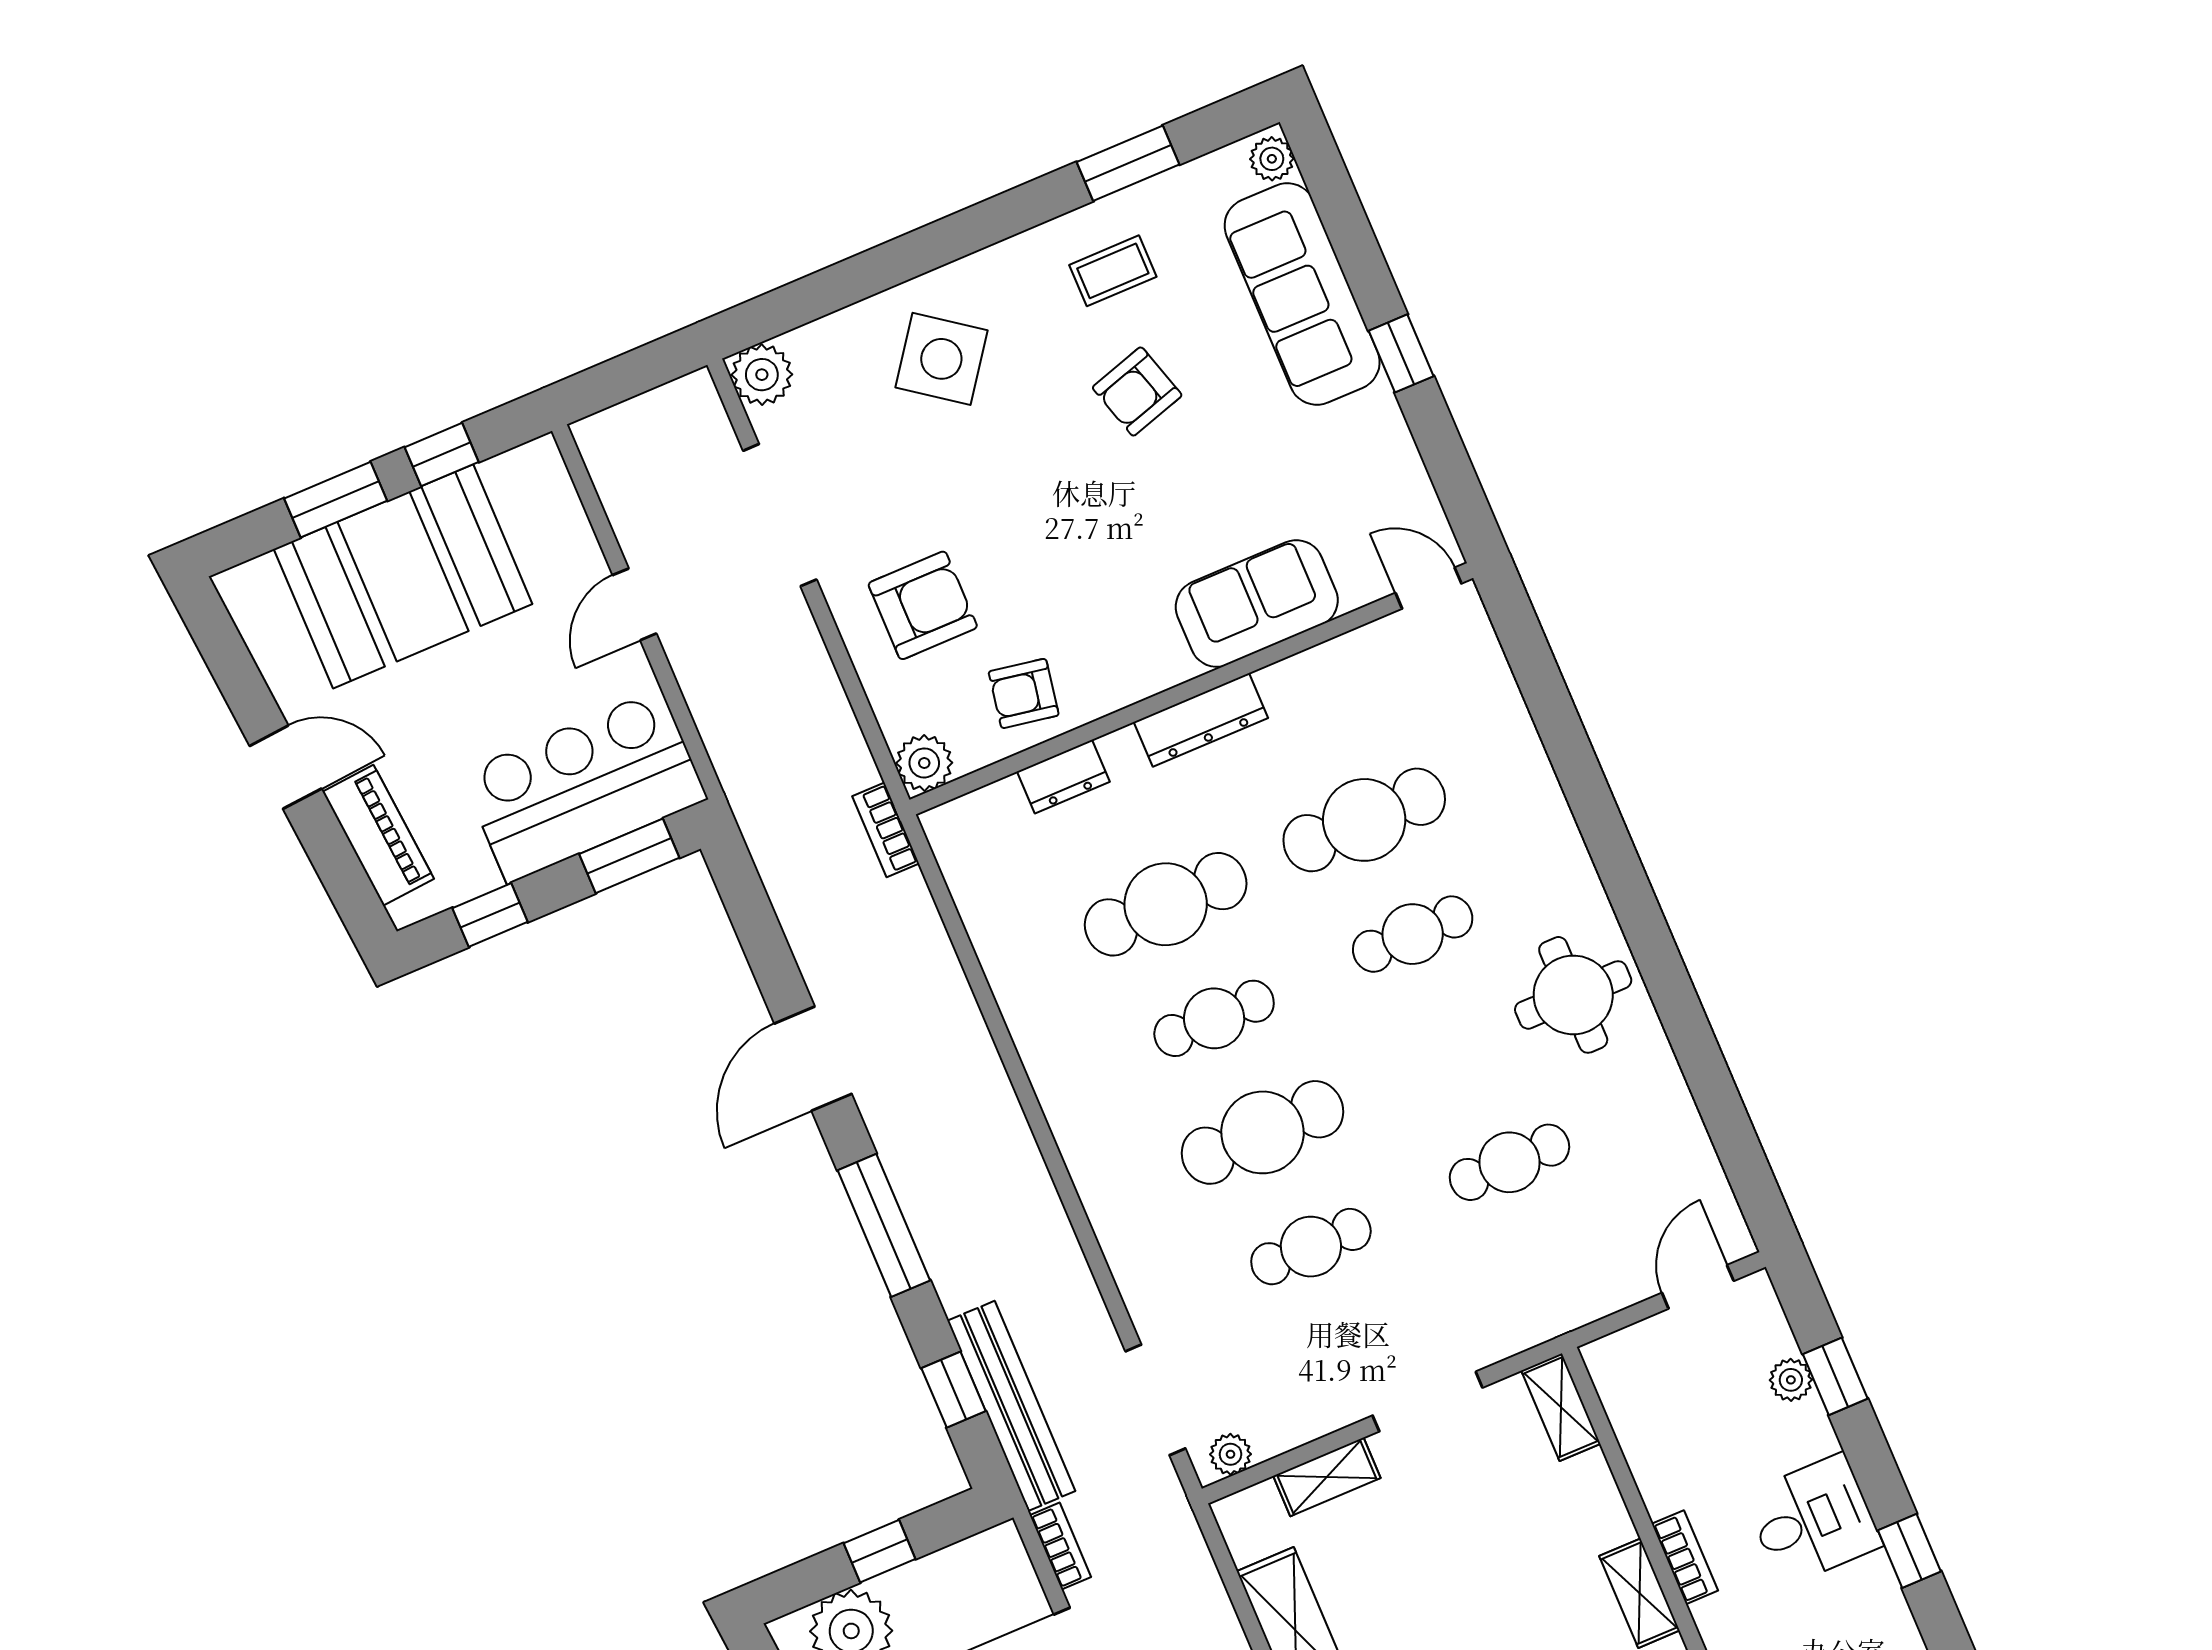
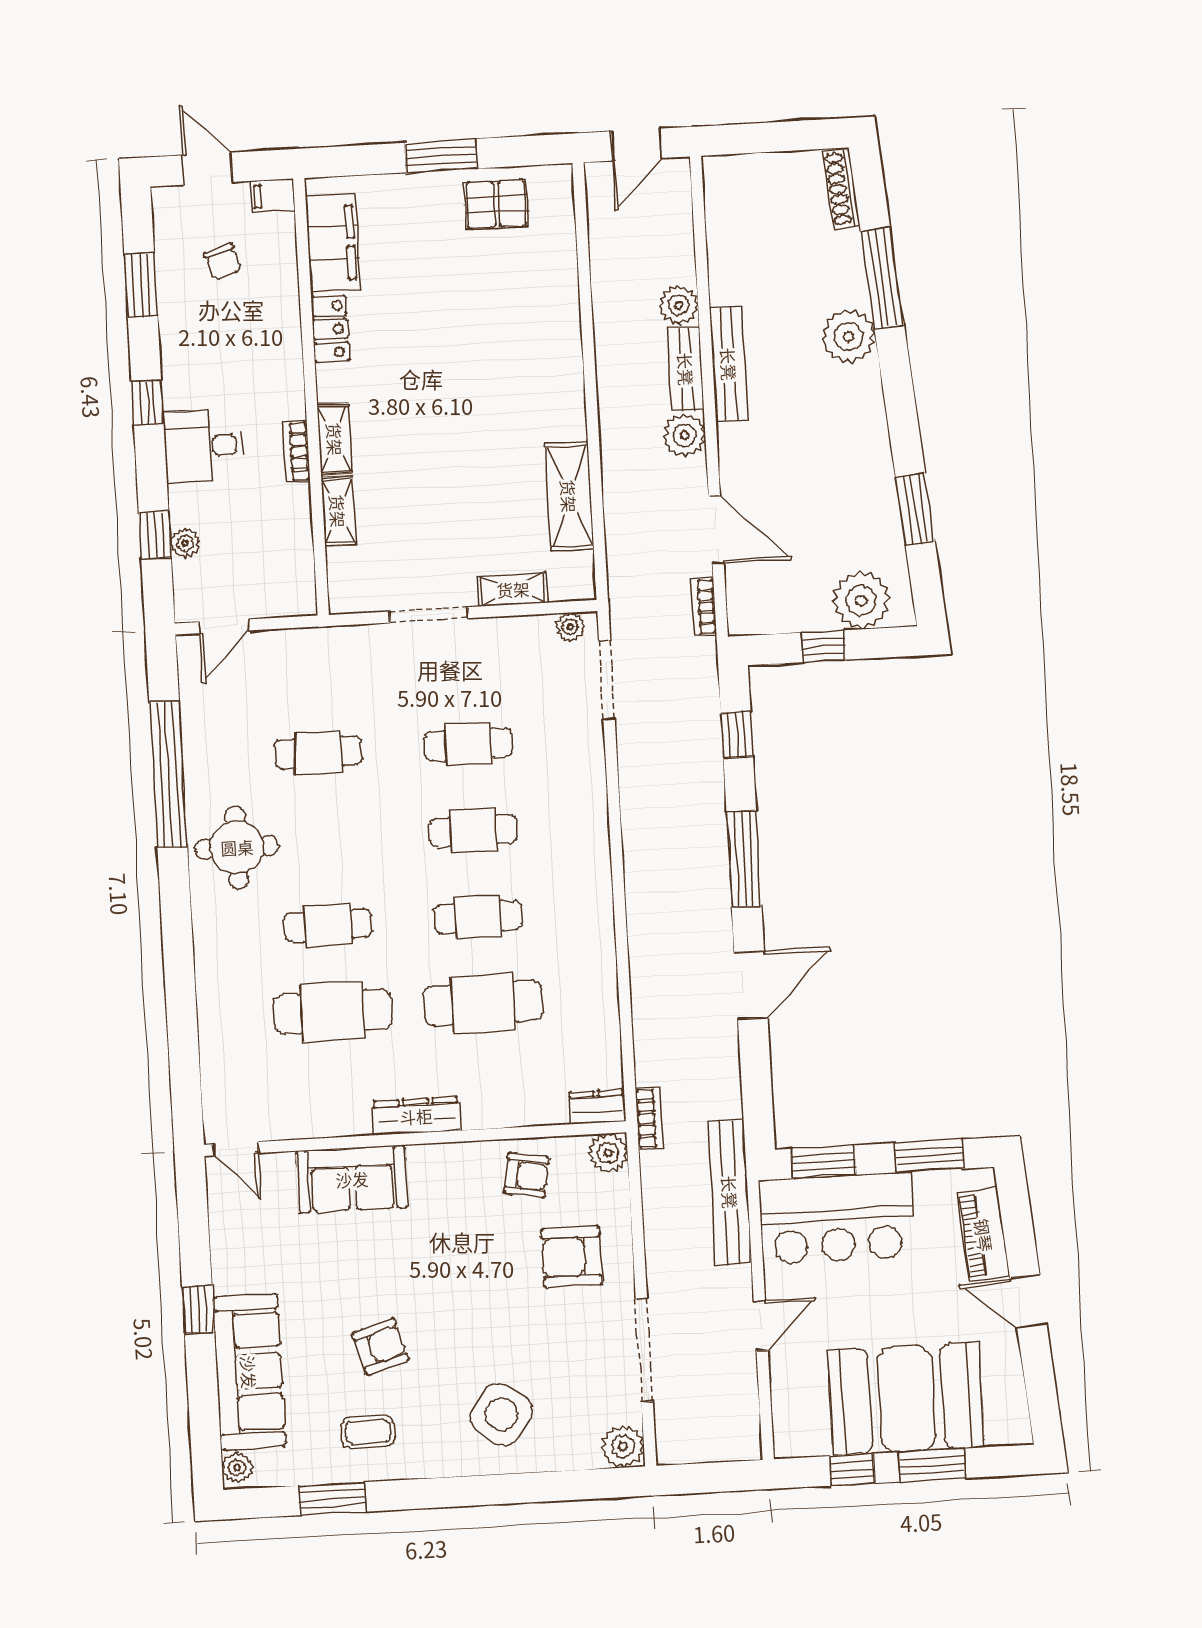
dresser: (1063, 777) -> (597, 1107), moved
window: (490, 915) -> (929, 1156), width x1.50
window: (1701, 1060) -> (168, 774), added
cafe table: (1262, 1132) -> (473, 831), width x0.73, depth x0.74
bench: (1011, 1406) -> (730, 1192), moved
shelving: (1561, 1407) -> (338, 511), moved

